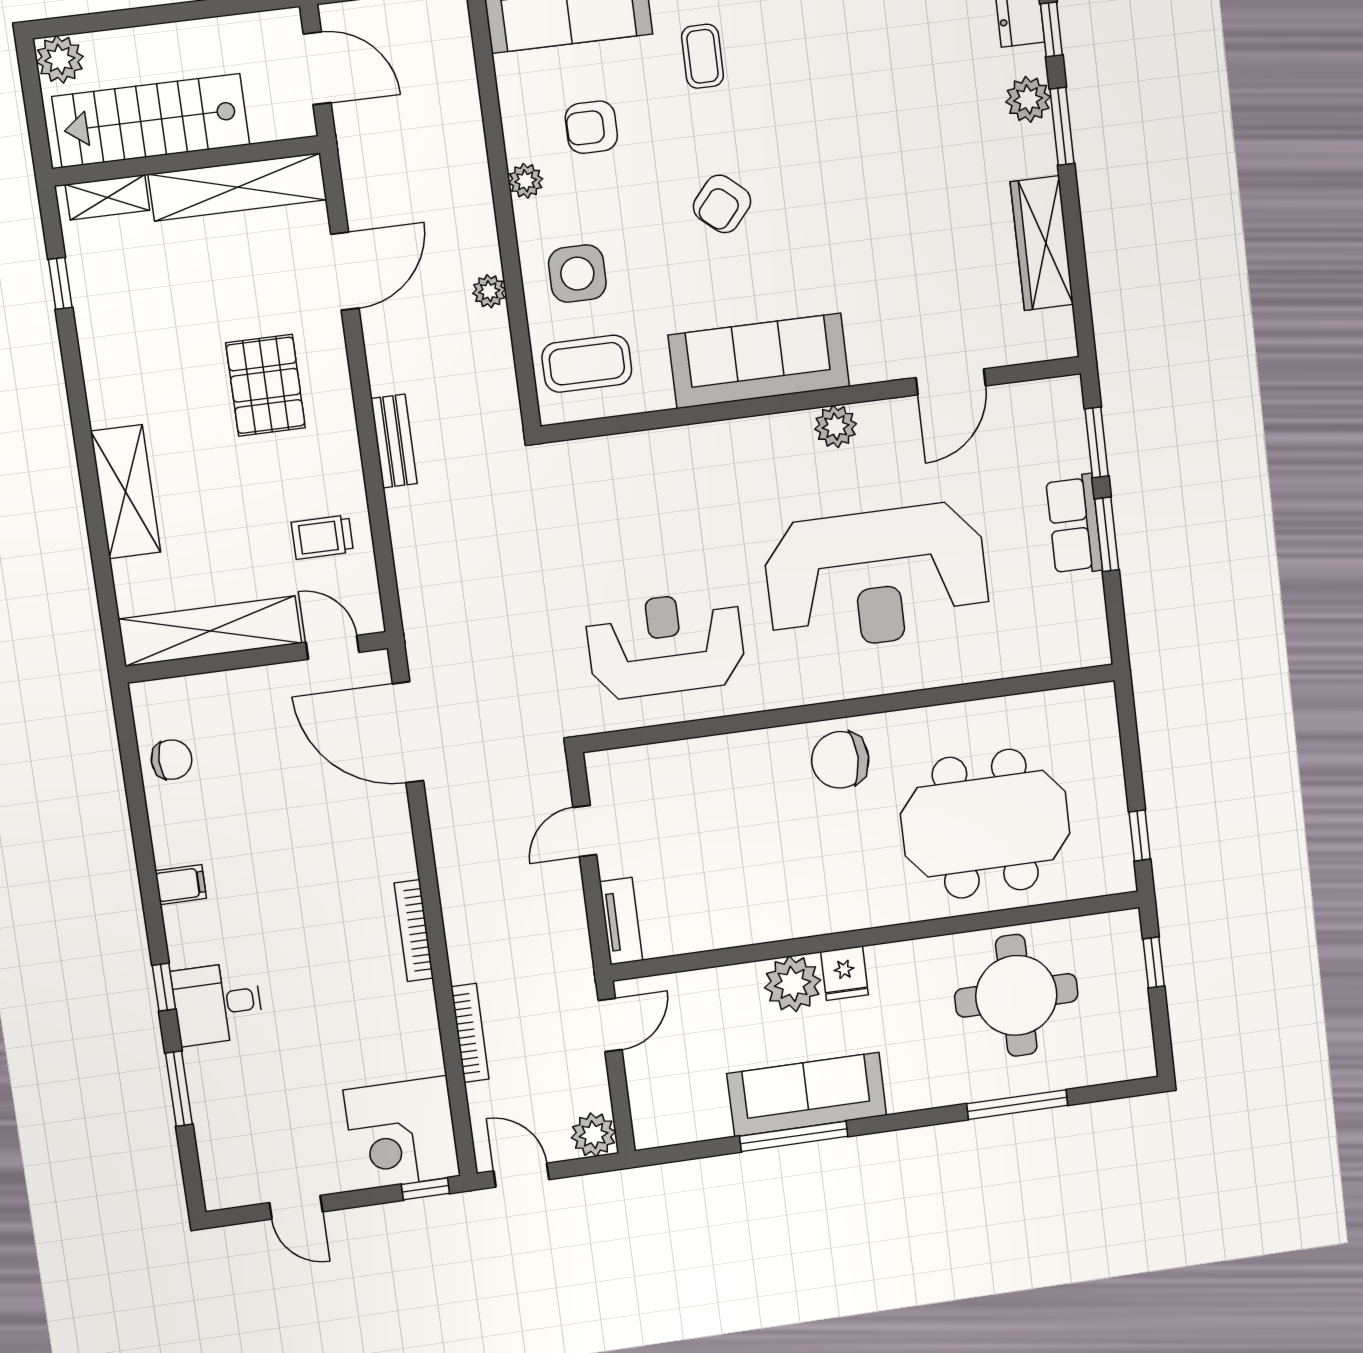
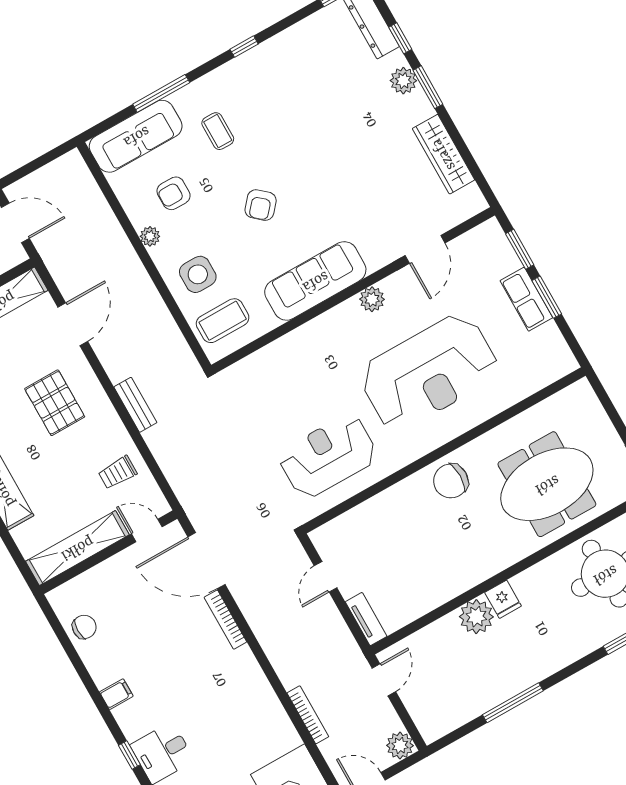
plant: (489, 291) -> (154, 303), removed
bookcase: (414, 931) -> (225, 620), moved
sofa: (807, 1094) -> (510, 676), removed

